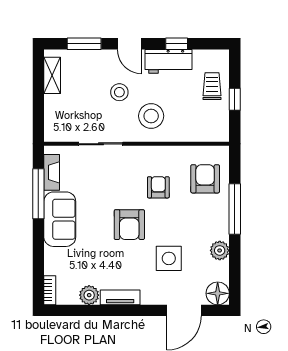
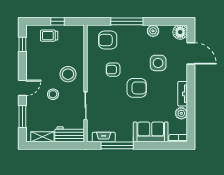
window: (177, 44) -> (22, 44), moved
workbench: (168, 61) -> (70, 134), moved, turned -90
sofa: (60, 219) -> (151, 132), moved

